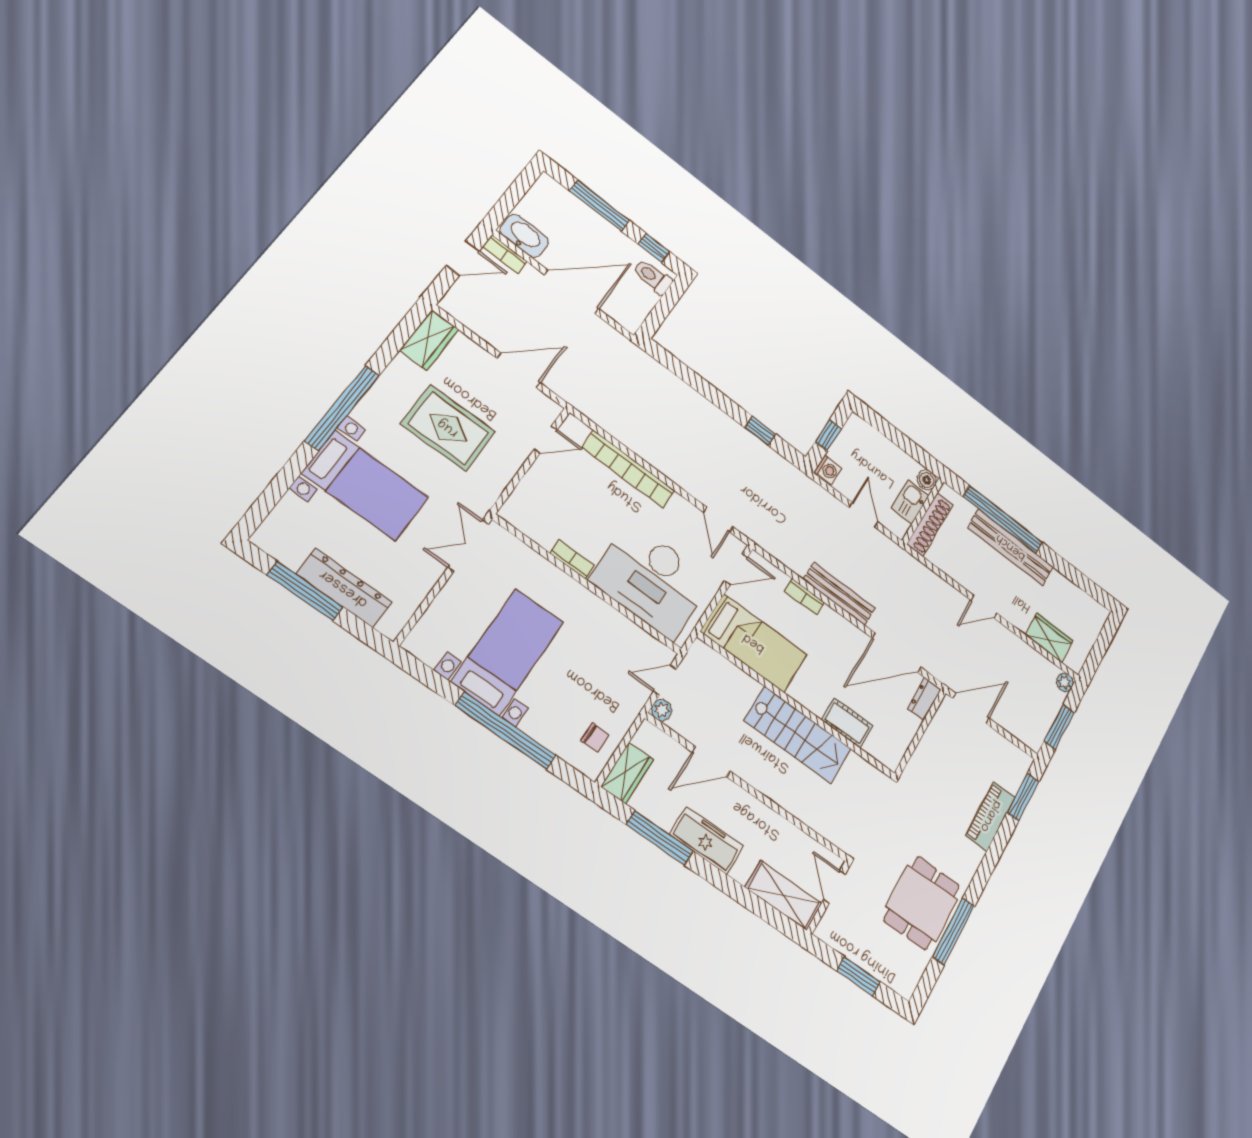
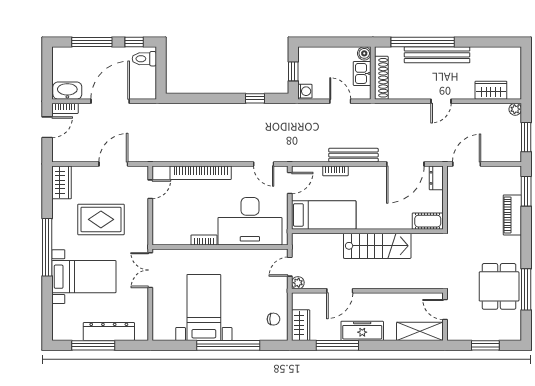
cot: (847, 723) -> (428, 221), moved

